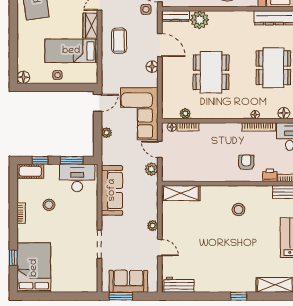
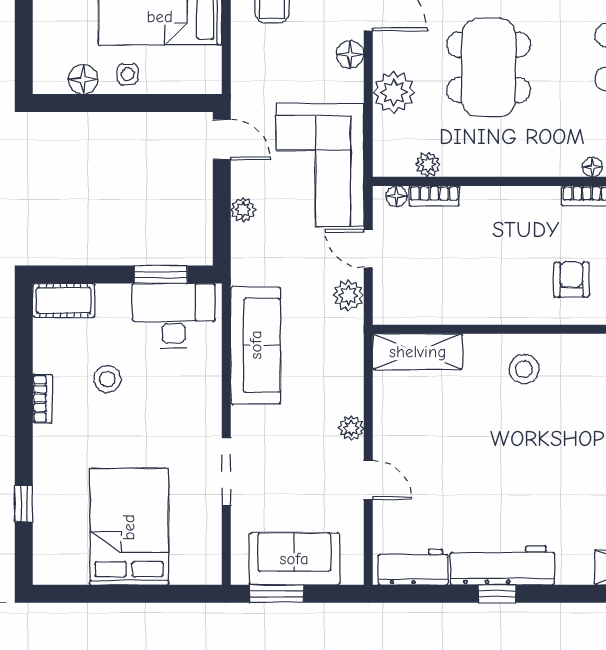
floor lamp: (23, 77) -> (83, 79), moved
plant: (171, 83) -> (394, 92), added
door: (98, 103) -> (222, 139), hinge flipped
window: (40, 160) -> (87, 274), removed
stool: (238, 210) -> (524, 369), moved
bed: (34, 268) -> (129, 527), moved
workbench: (217, 284) -> (503, 565), added
window: (239, 296) -> (497, 594), moved

